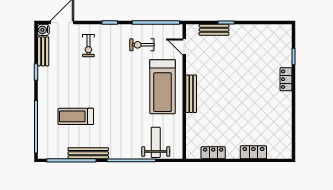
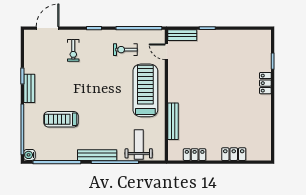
water cooler: (43, 30) -> (29, 155), moved
bench: (214, 30) -> (182, 35), moved
bench: (43, 51) -> (29, 88), moved
treadmill: (163, 87) -> (145, 90), turned 180
bench: (191, 94) -> (173, 121), moved
bench: (88, 153) -> (97, 155), moved

